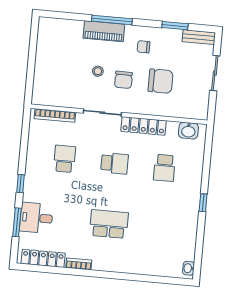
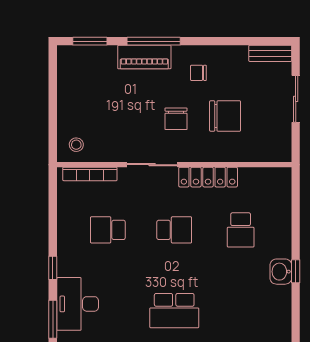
window: (175, 26) -> (90, 41), moved
stool: (98, 71) -> (76, 145), moved
washbasin: (188, 131) -> (281, 272), moved, turned 90
school desk: (65, 159) -> (108, 230), turned -90
desk: (36, 218) -> (78, 304), width x1.37
school desk: (109, 224) -> (174, 311), turned 180

